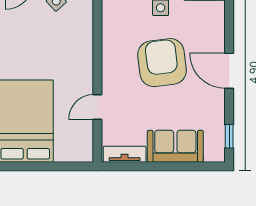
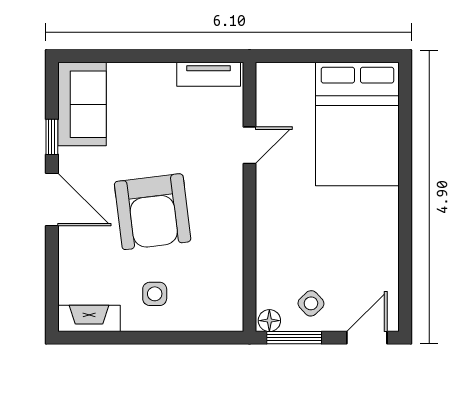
window: (229, 136) -> (52, 137), moved
sofa: (175, 146) -> (82, 104), moved, turned -90

